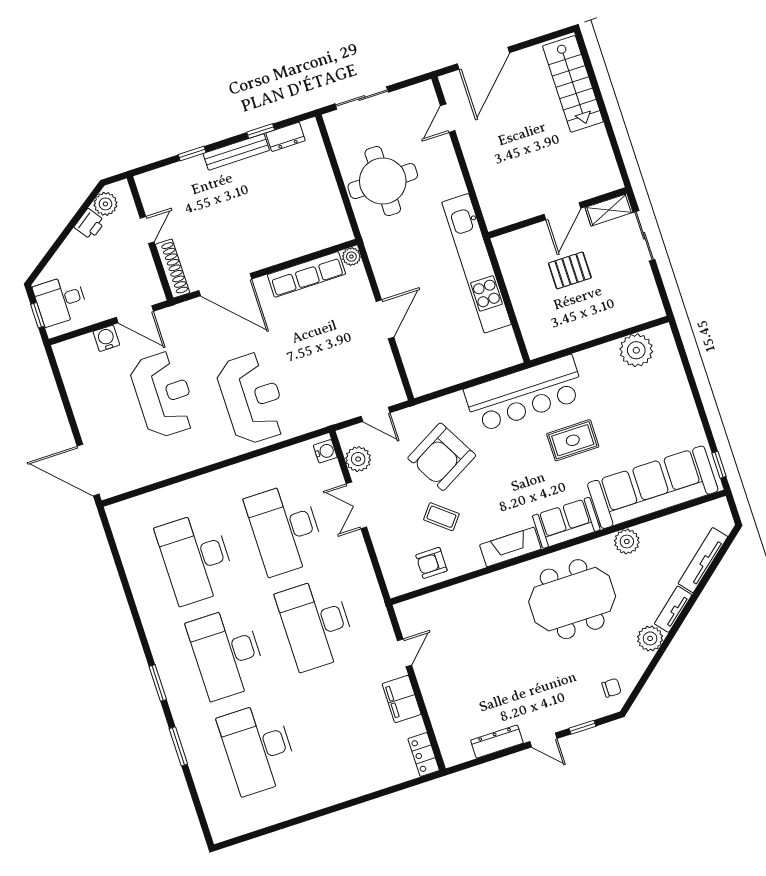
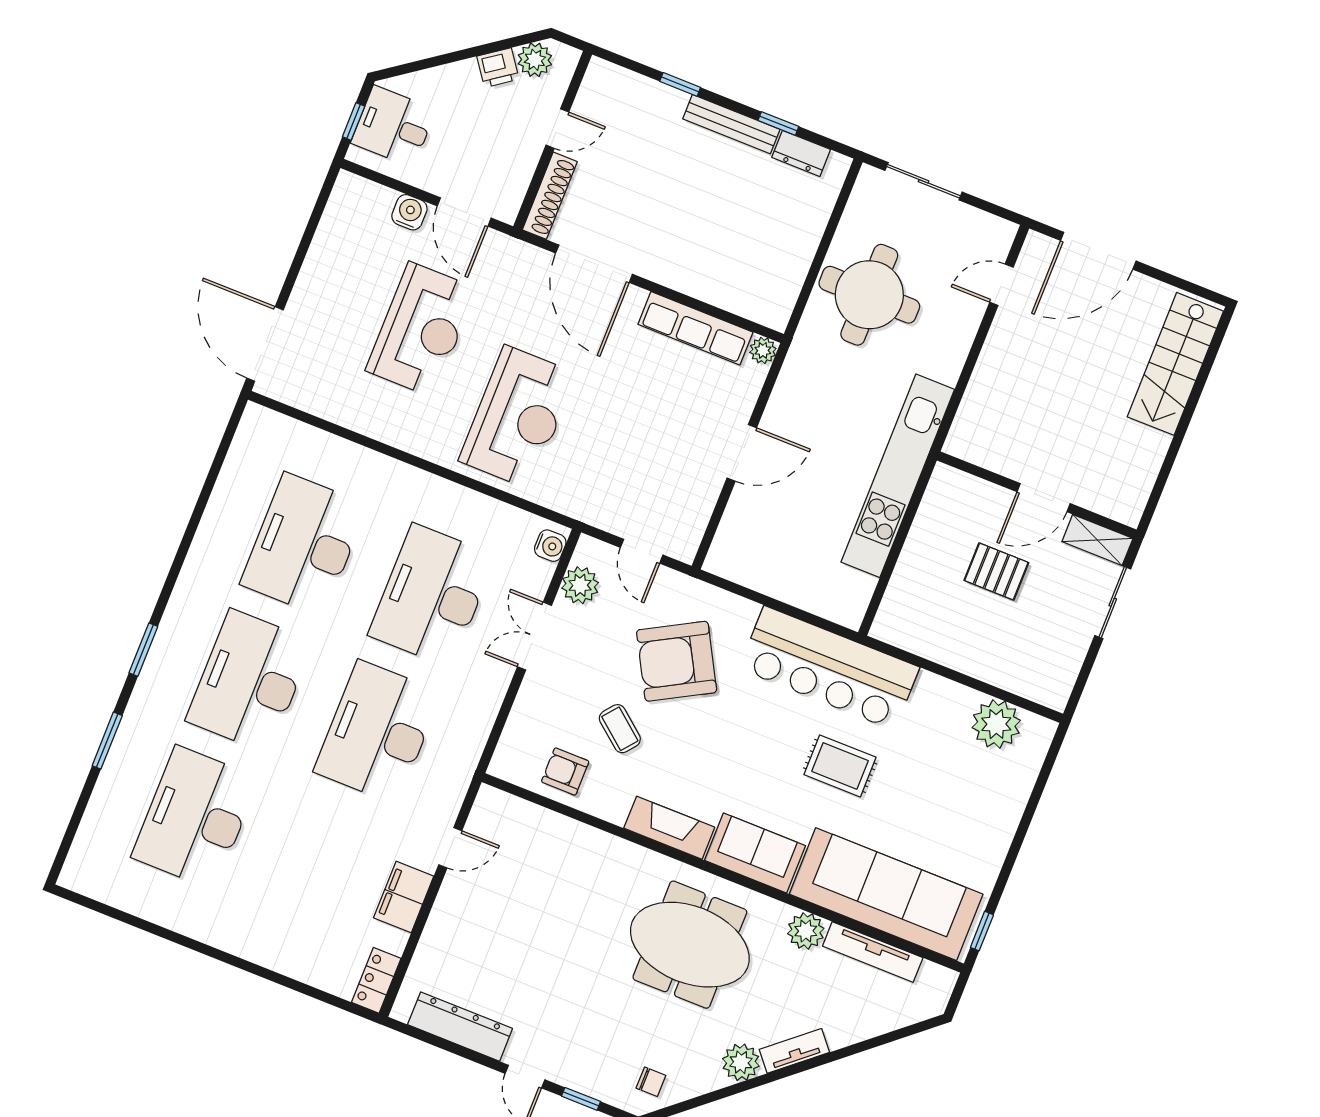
tv unit: (703, 560) -> (873, 952), moved, turned -140
dresser: (497, 742) -> (460, 1027), width x1.37, depth x1.24

